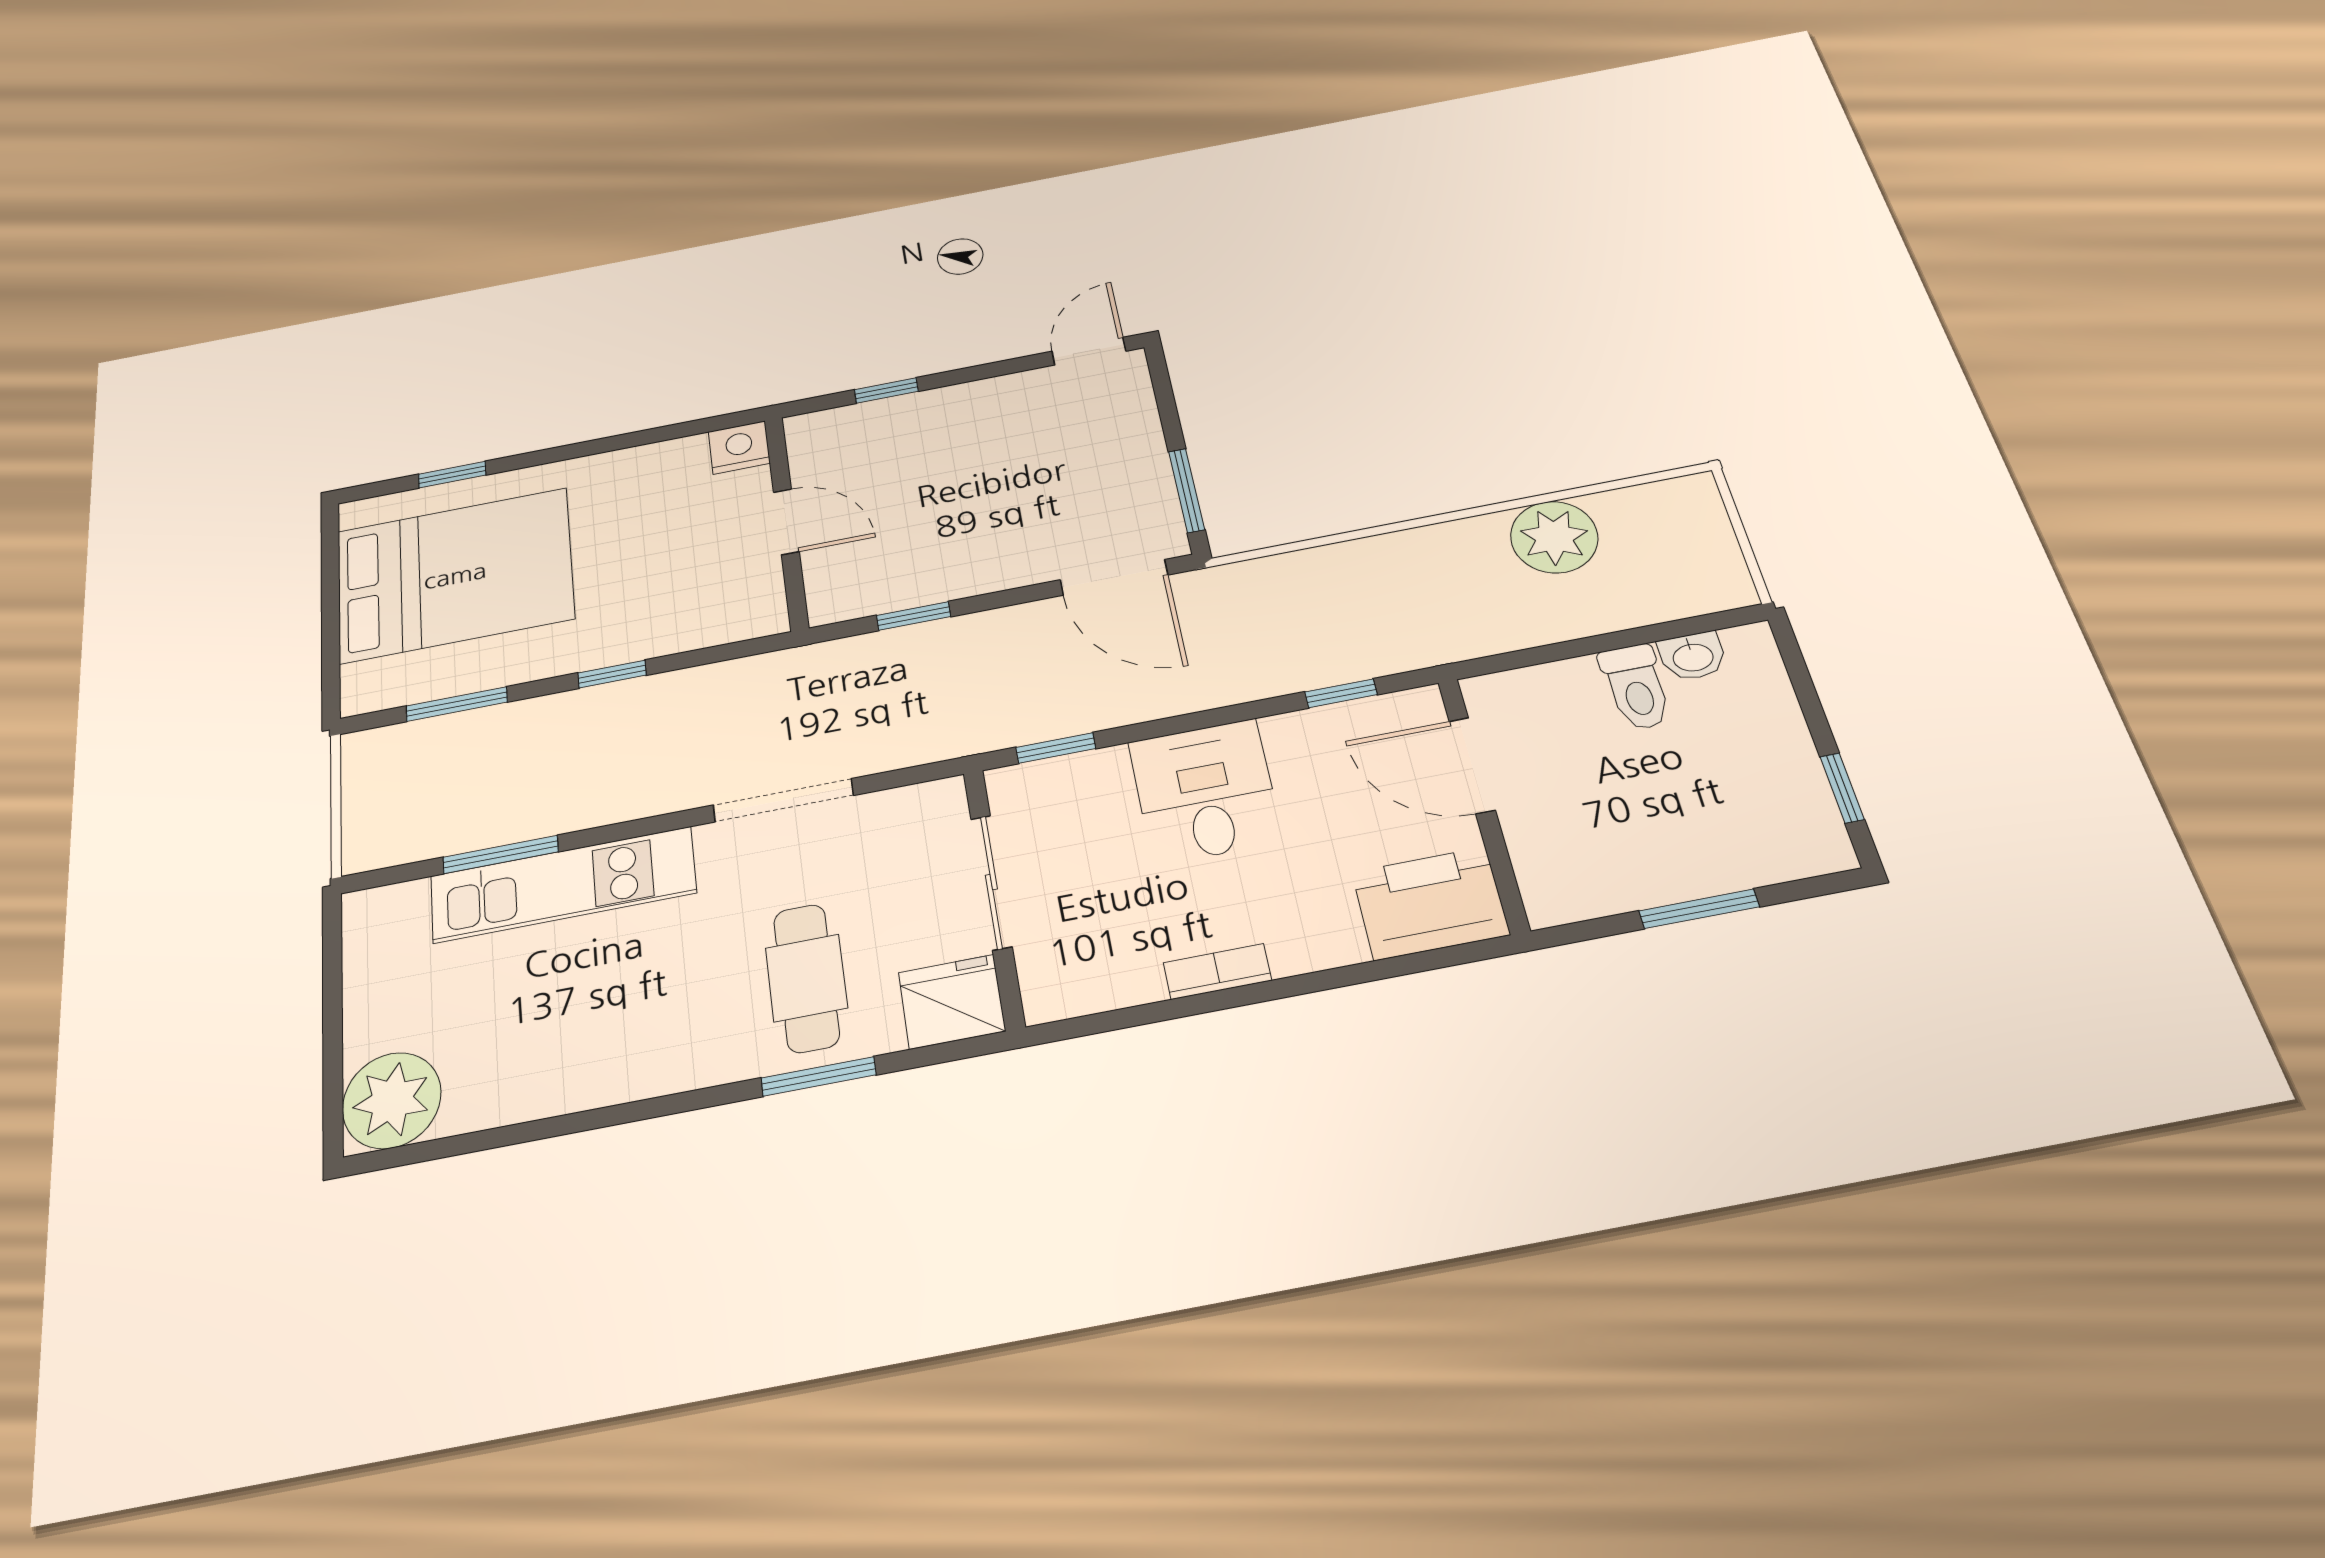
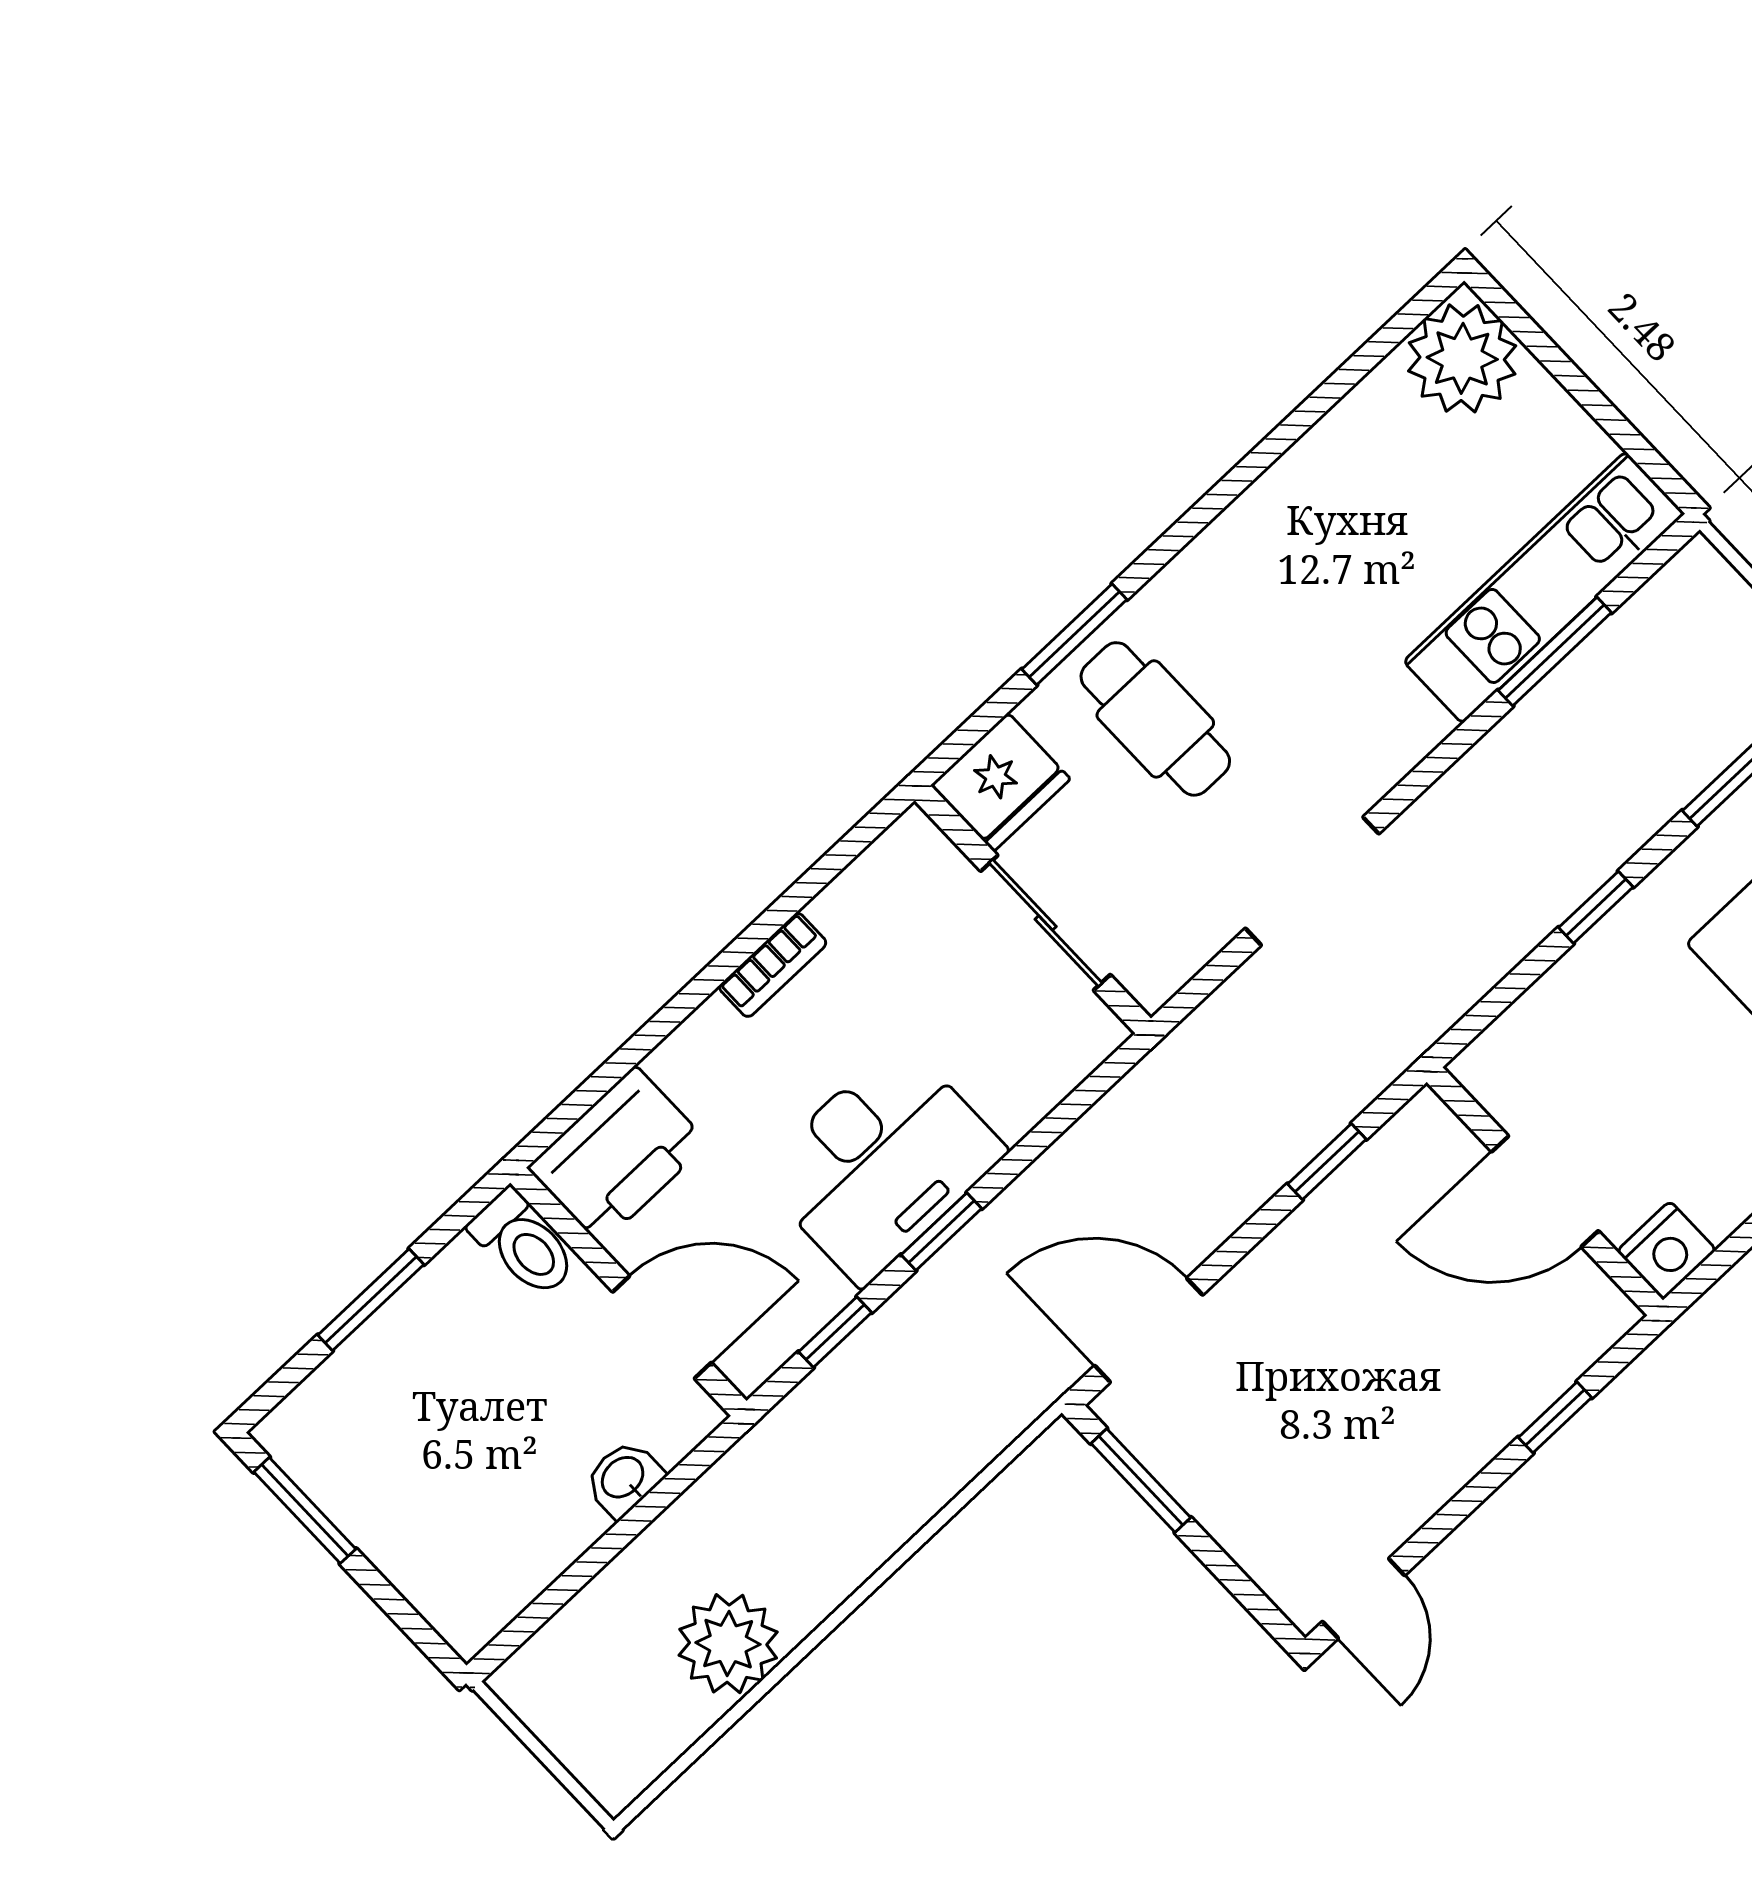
door: (786, 522) -> (1545, 1191), width x1.38
washbasin: (1693, 656) -> (624, 1478), moved
toilet: (1636, 687) -> (523, 1244), moved, turned 180
window: (1056, 748) -> (941, 1232), moved
window: (1842, 788) -> (305, 1510), width x1.50
desk: (1205, 791) -> (881, 1163), width x1.37
kitchen unit: (563, 885) -> (1544, 588), moved

